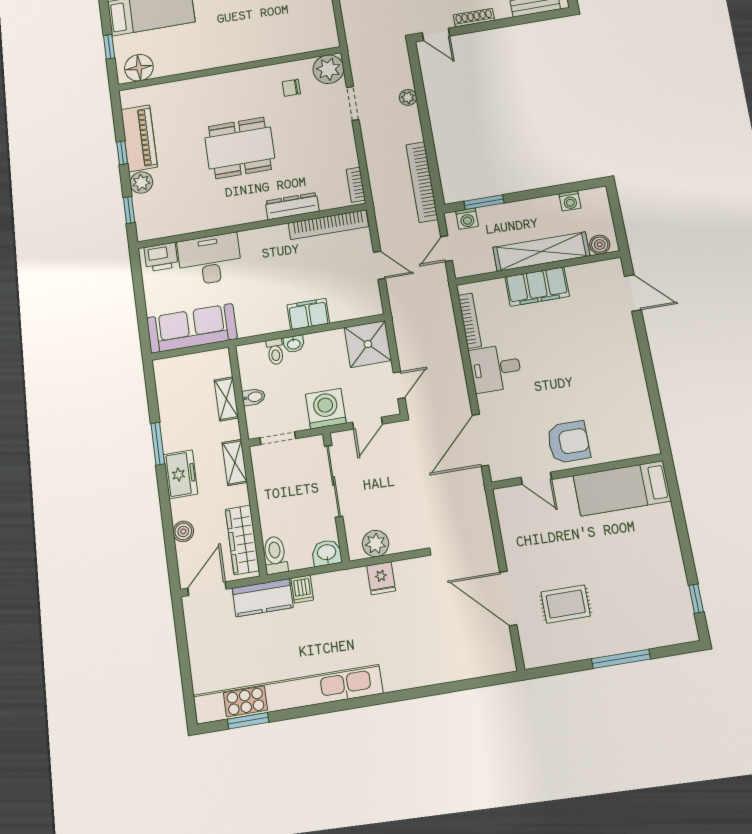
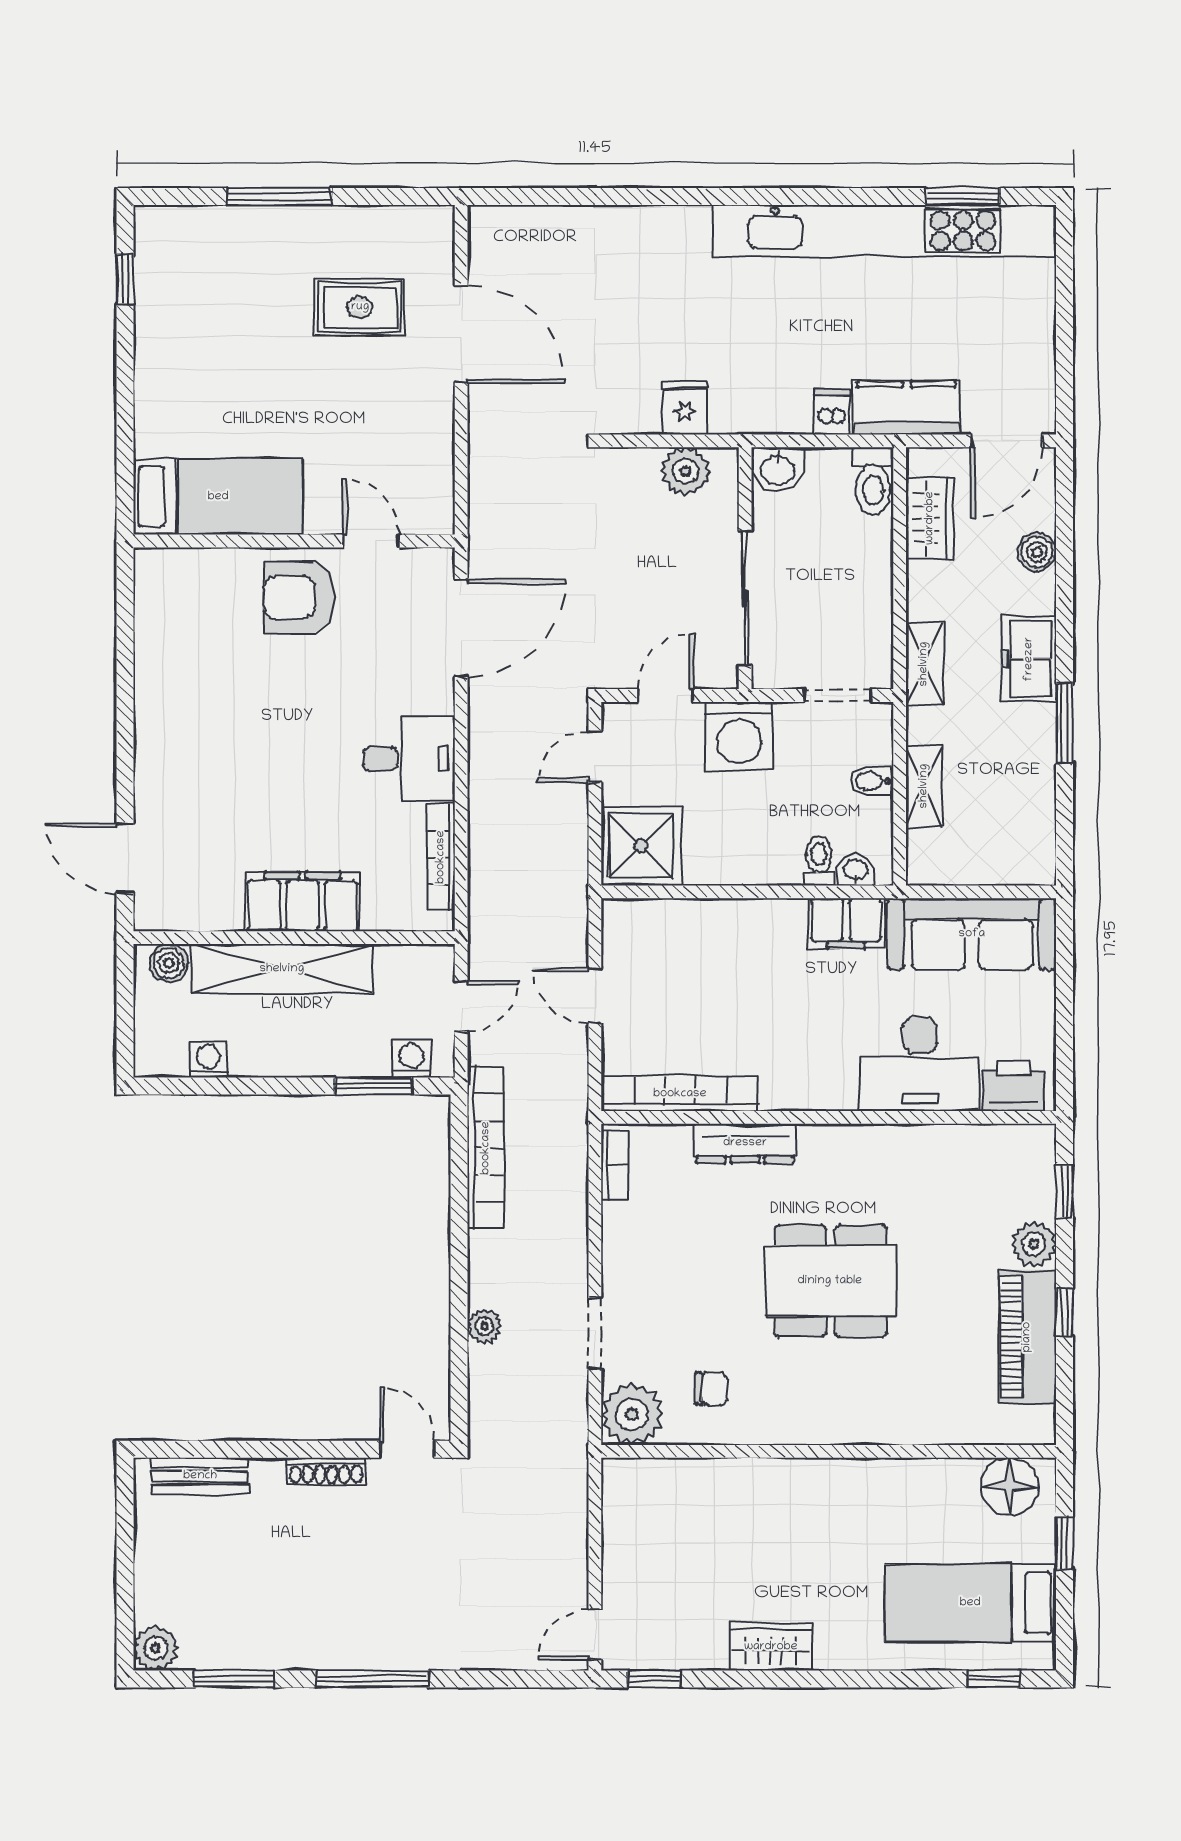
filing cabinet: (308, 314) -> (846, 923), moved
washbasin: (294, 344) -> (856, 870), moved
wardrobe: (242, 540) -> (930, 518), width x0.67

